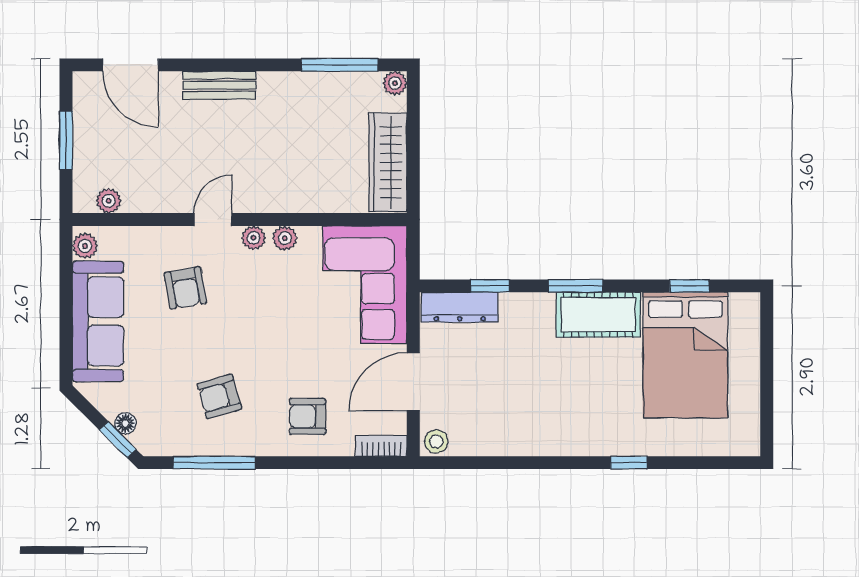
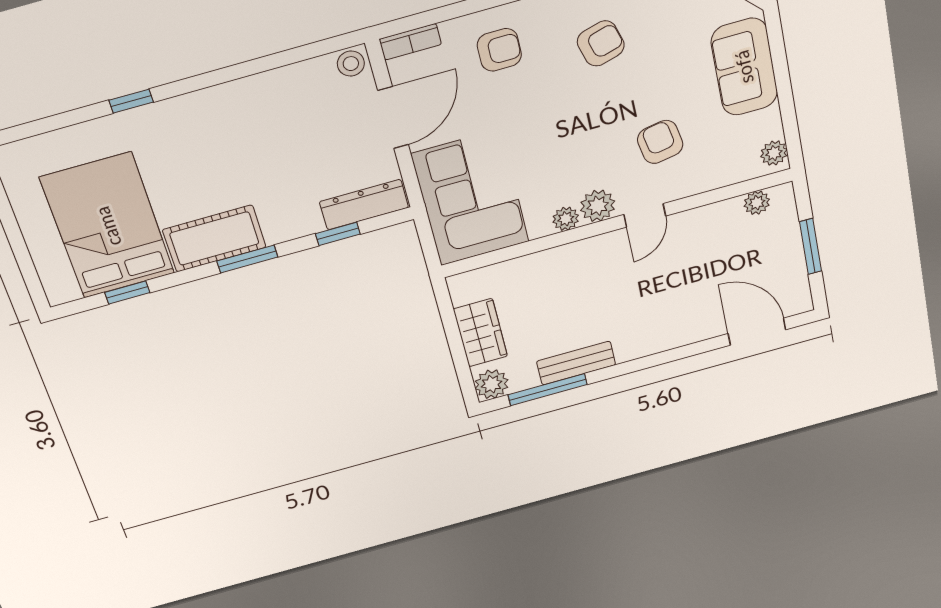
plant: (395, 83) -> (492, 384), width x1.38, depth x1.38
bench: (219, 85) -> (576, 363), moved
wardrobe: (388, 162) -> (480, 333), width x0.67
plant: (254, 238) -> (598, 206), width x1.38, depth x1.38
sofa: (98, 321) -> (744, 67), width x0.73

